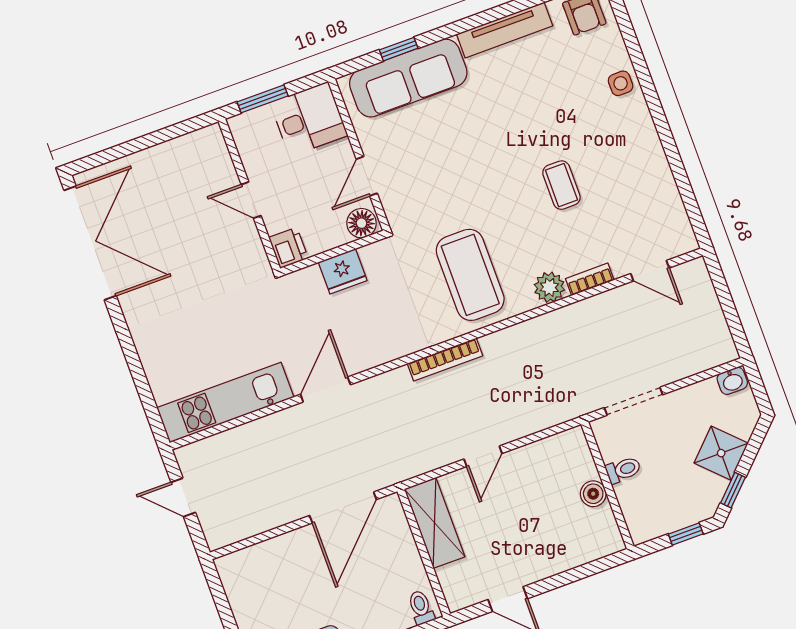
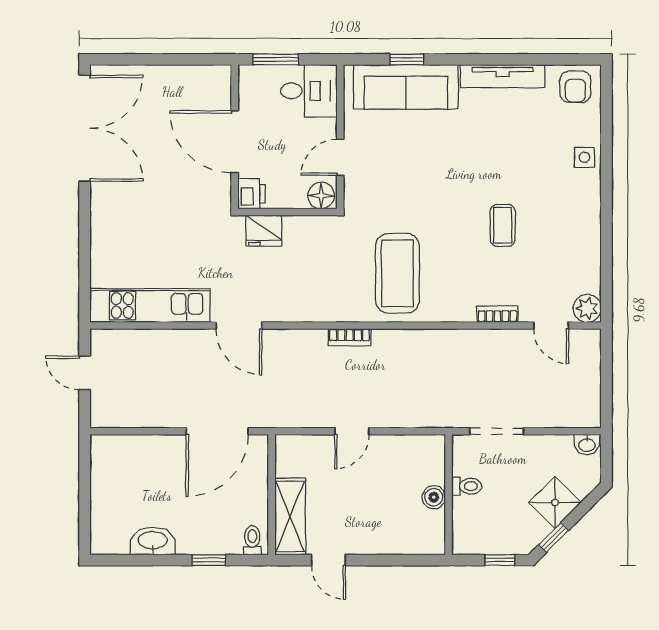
door: (251, 200) -> (235, 142), width x1.88
fridge: (343, 271) -> (264, 231), moved
plant: (549, 287) -> (587, 308), moved
bookcase: (445, 360) -> (350, 337), width x0.64
door: (325, 390) -> (239, 326), swing flipped
shelving: (435, 523) -> (290, 517), moved

